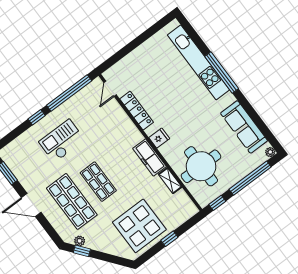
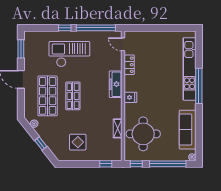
door: (110, 89) -> (123, 44), hinge flipped
locker: (137, 111) -> (129, 65), width x0.66
checkout: (62, 141) -> (69, 54), width x1.36, depth x1.21
freezer: (150, 157) -> (116, 84), moved
display table: (139, 226) -> (78, 142), width x0.54, depth x0.54
window: (169, 239) -> (106, 164), moved
window: (82, 251) -> (41, 144), moved

